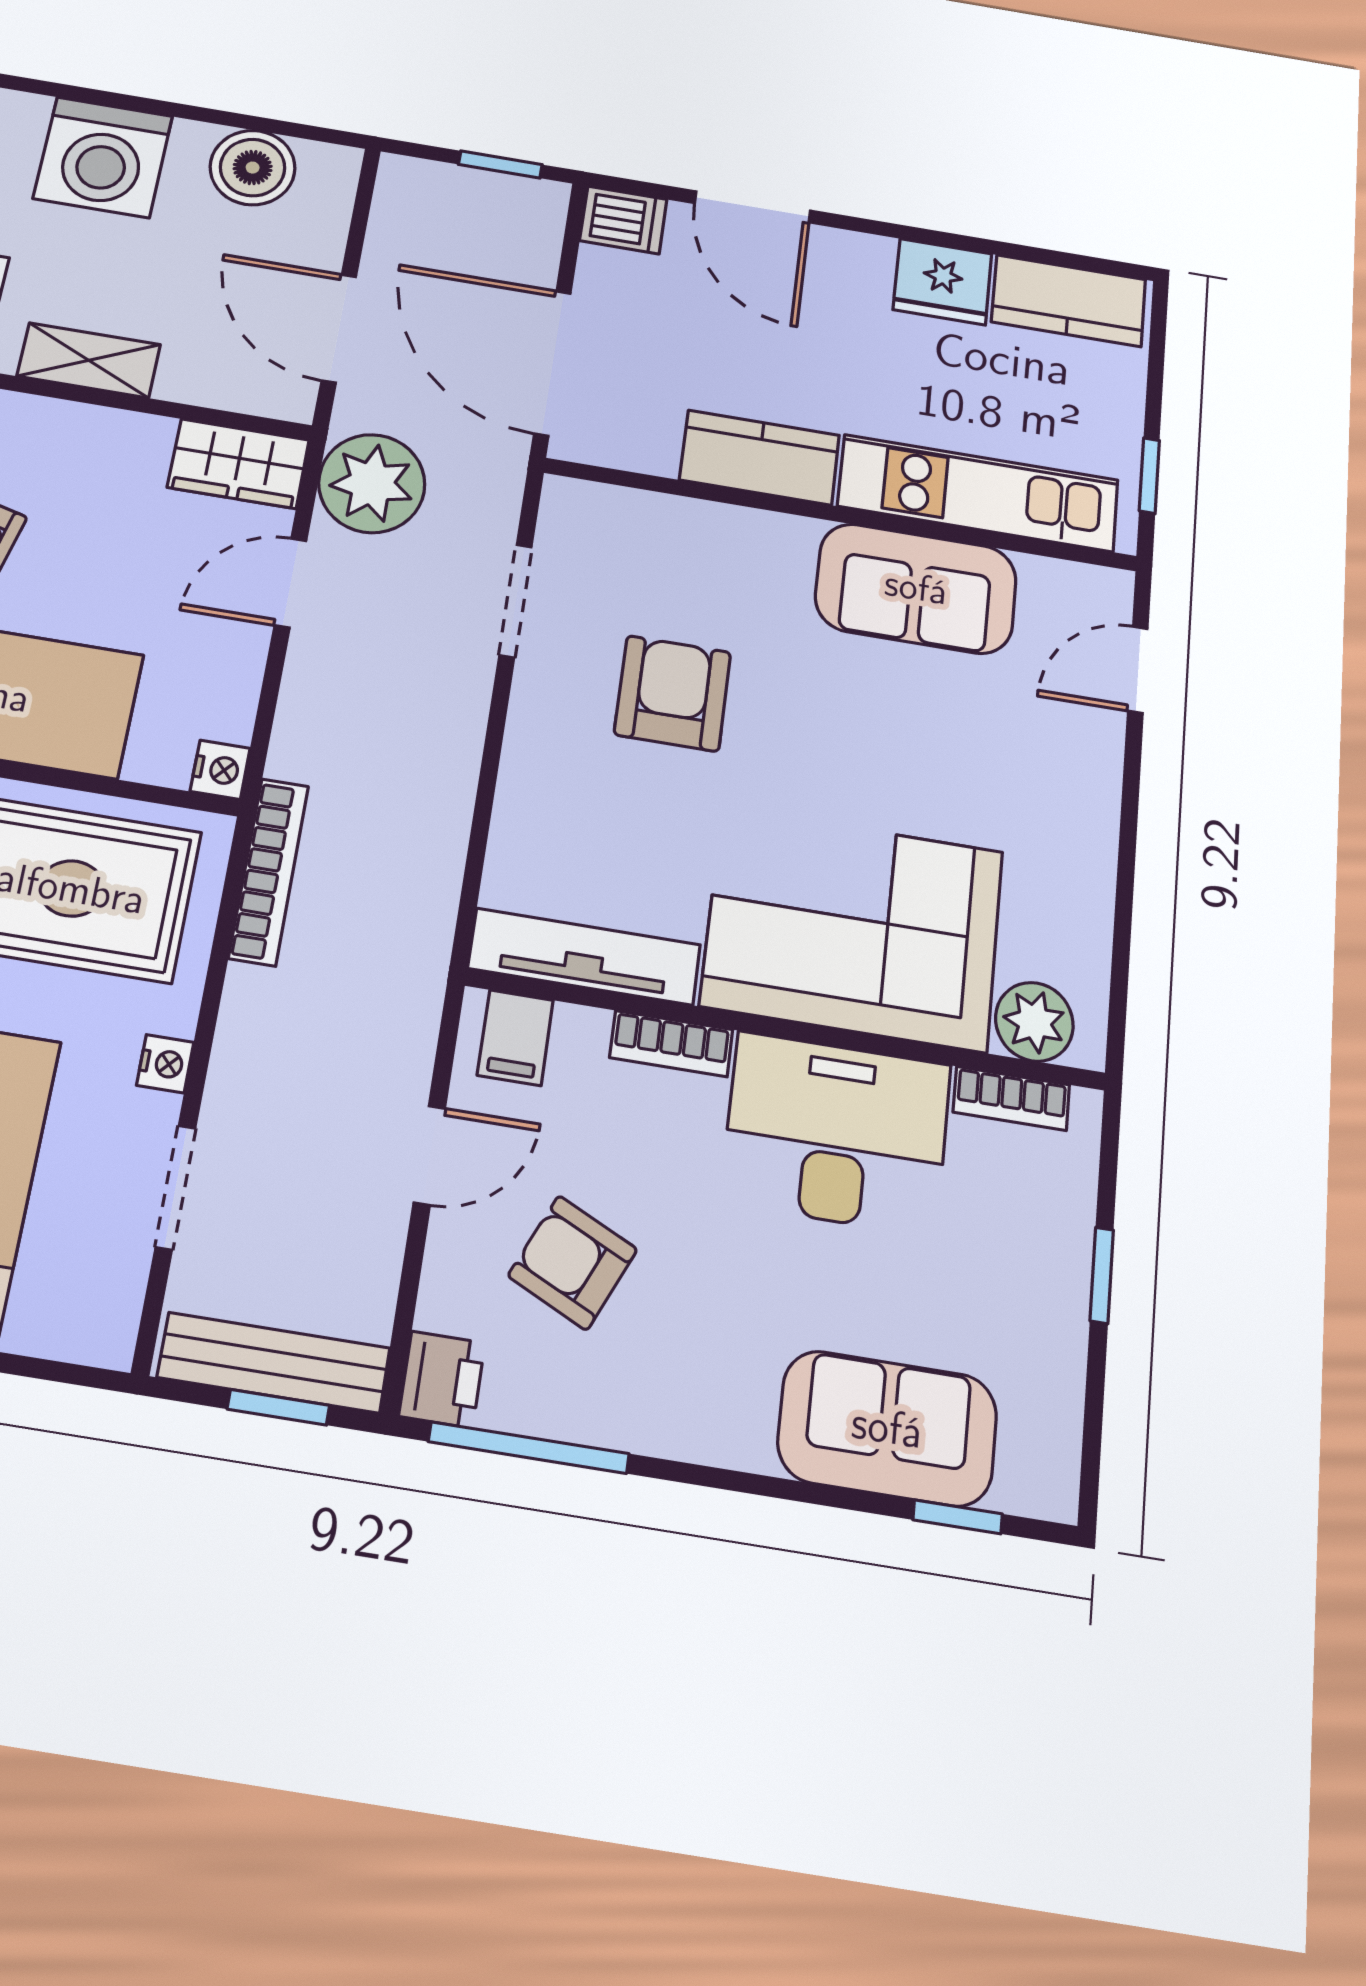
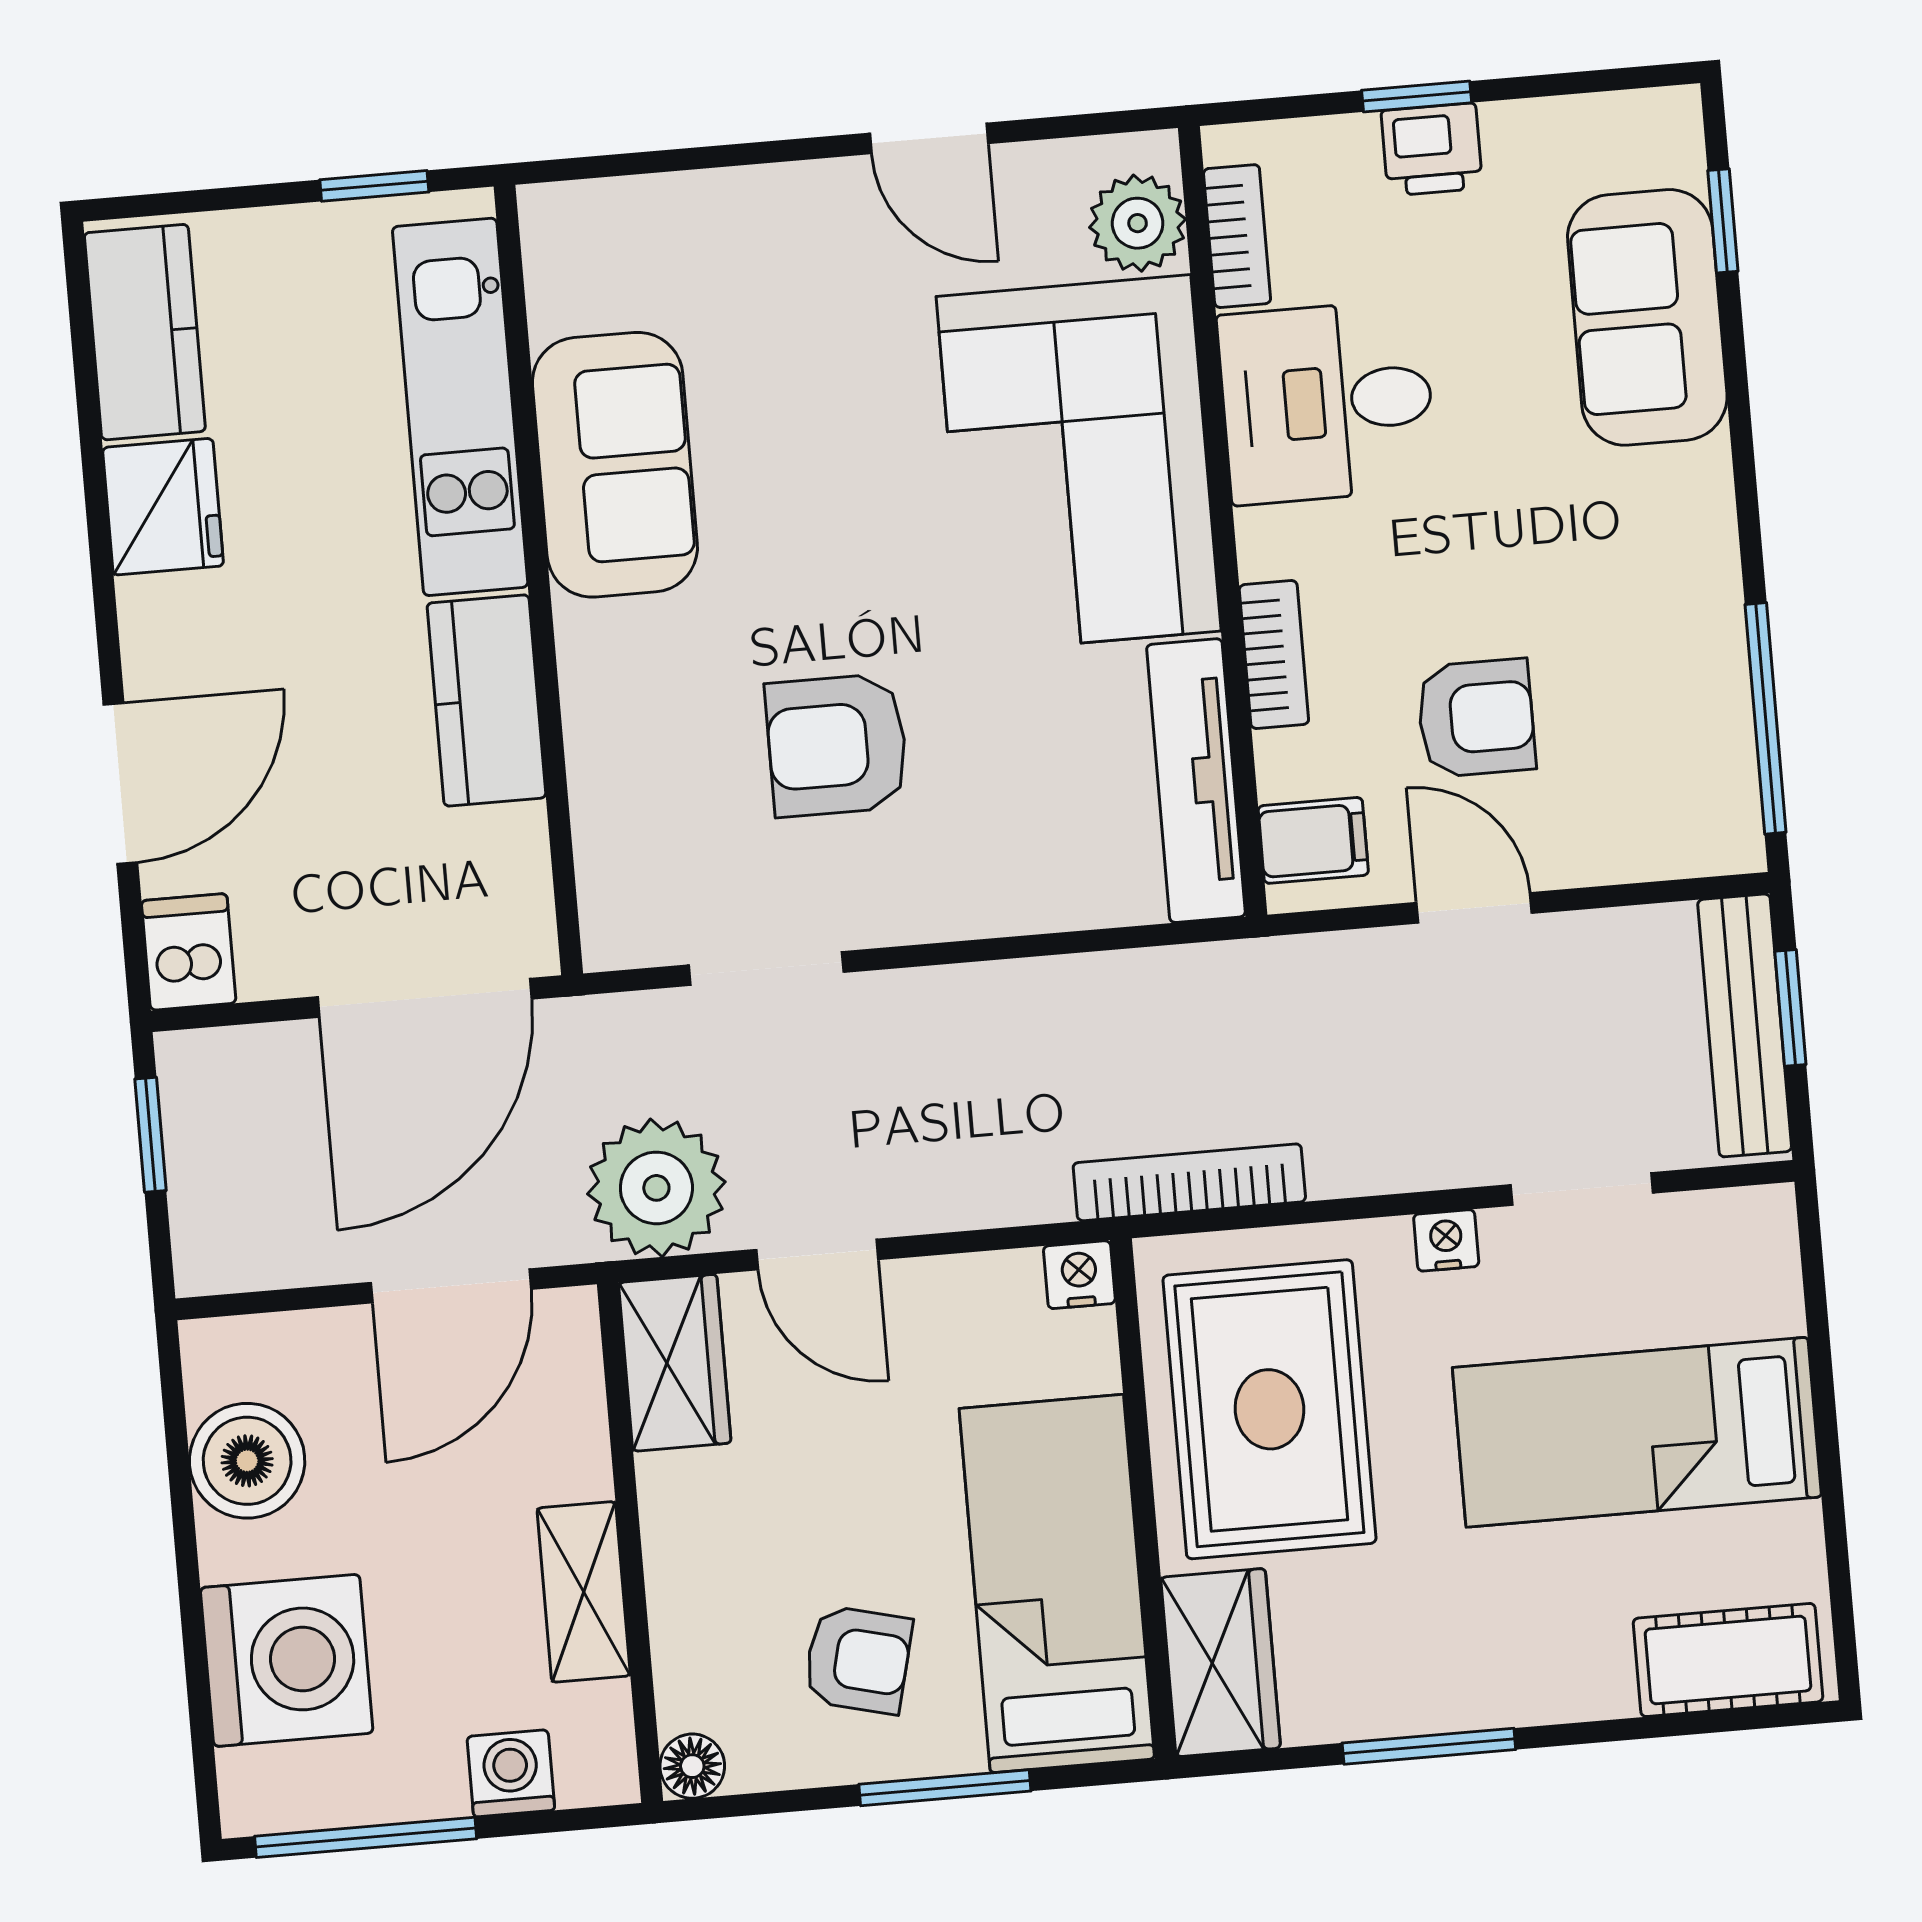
door: (1138, 670) -> (929, 138), moved
desk: (836, 1133) -> (1327, 402), width x0.73
armchair: (573, 1263) -> (1476, 718), moved, turned -115
printer: (442, 1380) -> (1432, 149), moved, turned 180

